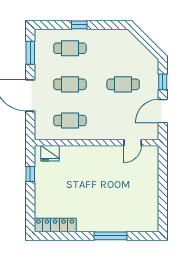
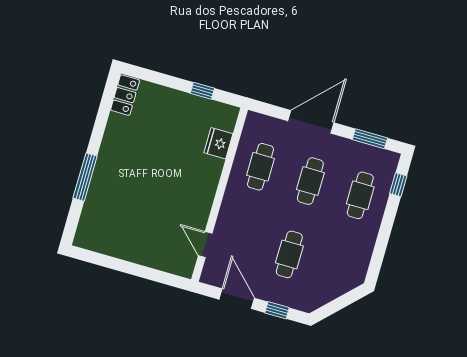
window: (79, 25) -> (398, 185), moved
fridge: (50, 153) -> (218, 143), moved
locker: (55, 225) -> (125, 95), width x0.66

